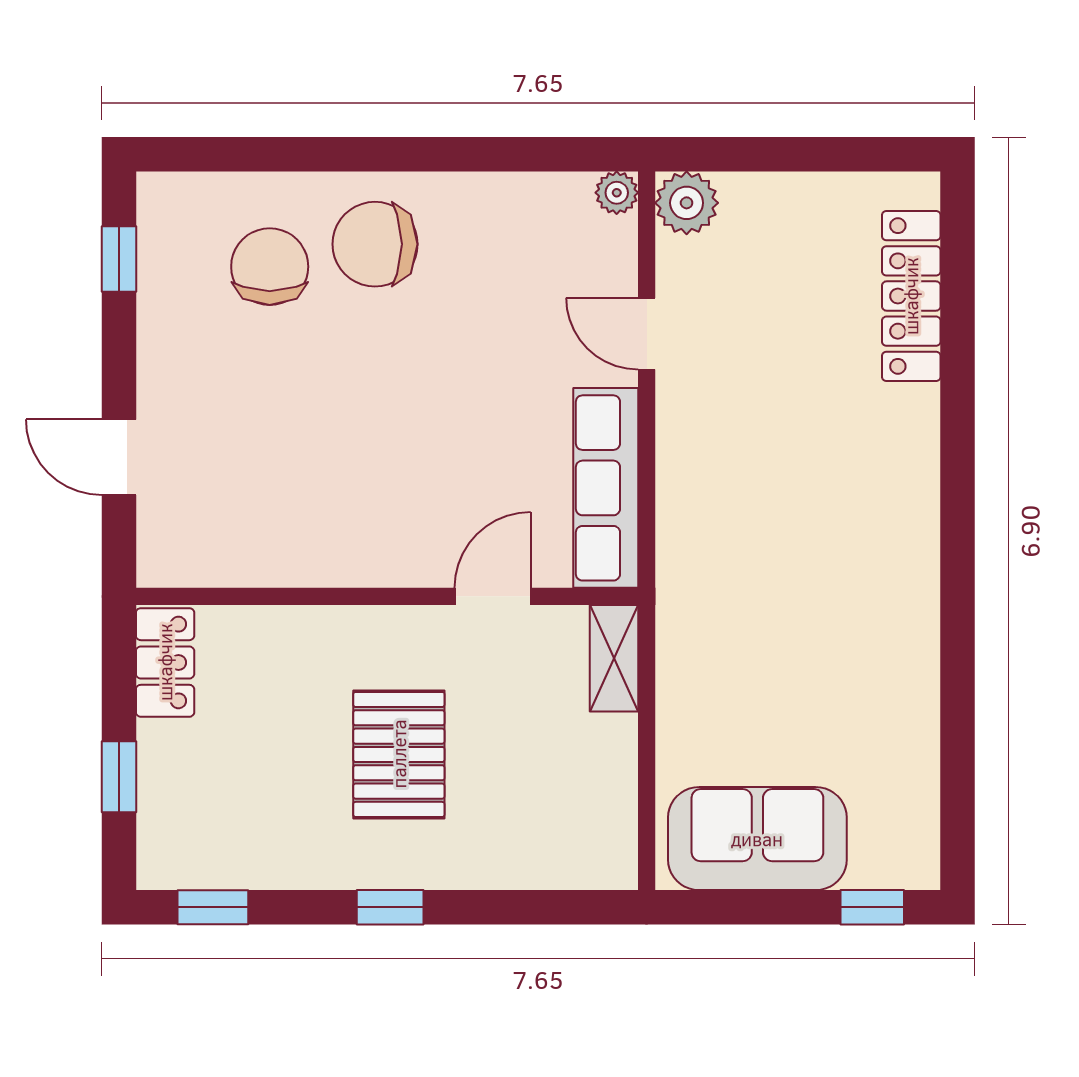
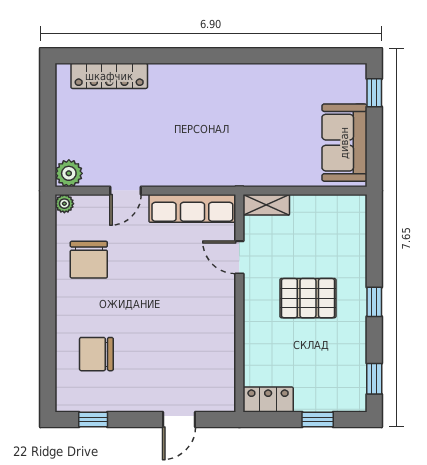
chair: (375, 244) -> (89, 260), moved

